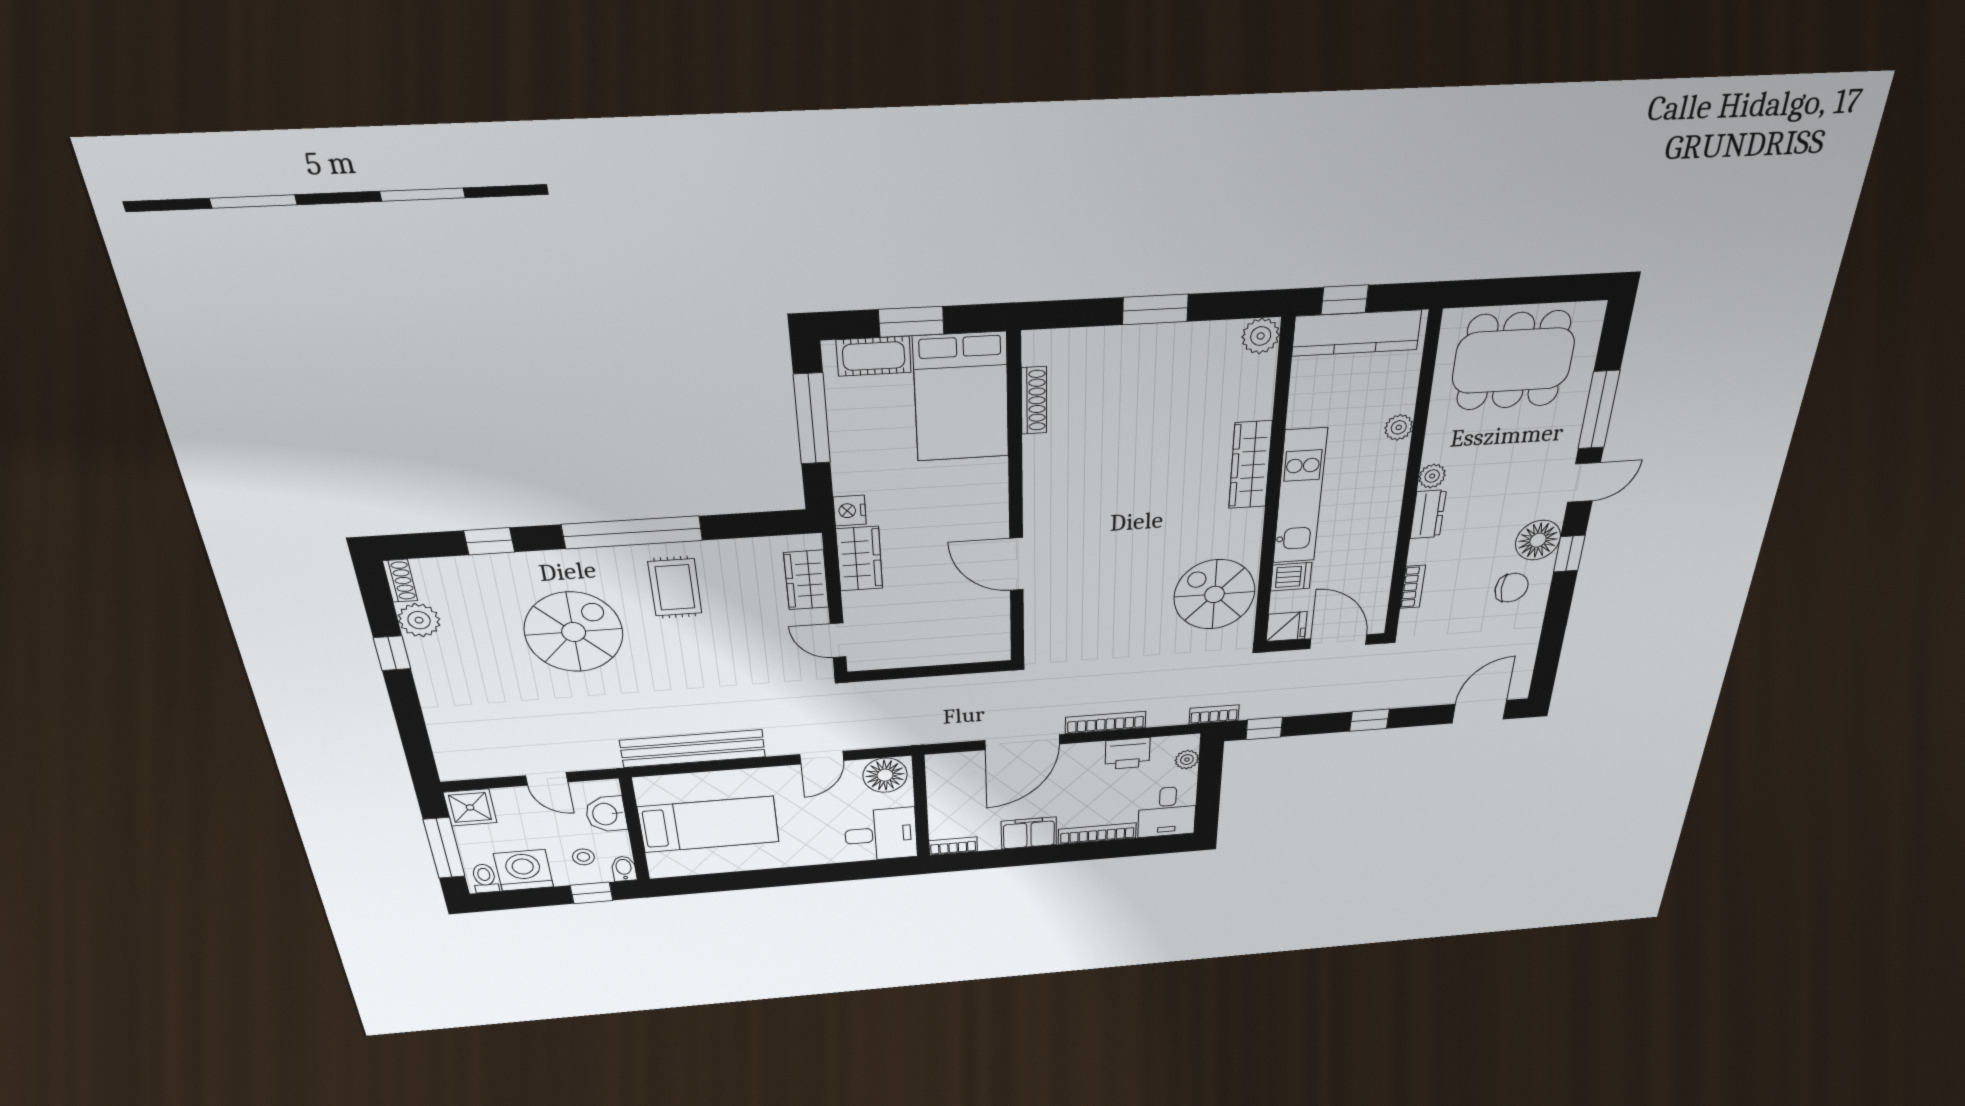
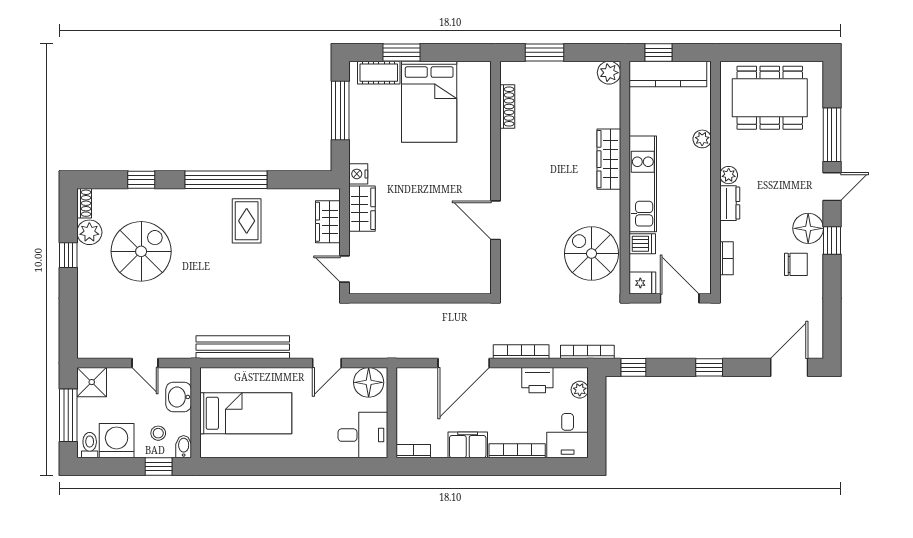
shoe rack: (1034, 400) -> (507, 107), moved
wall: (1016, 505) -> (495, 178), moved
door: (1016, 564) -> (495, 220), moved
spiral stairs: (574, 632) -> (141, 251), moved
bookcase: (1214, 714) -> (587, 352), width x1.56

